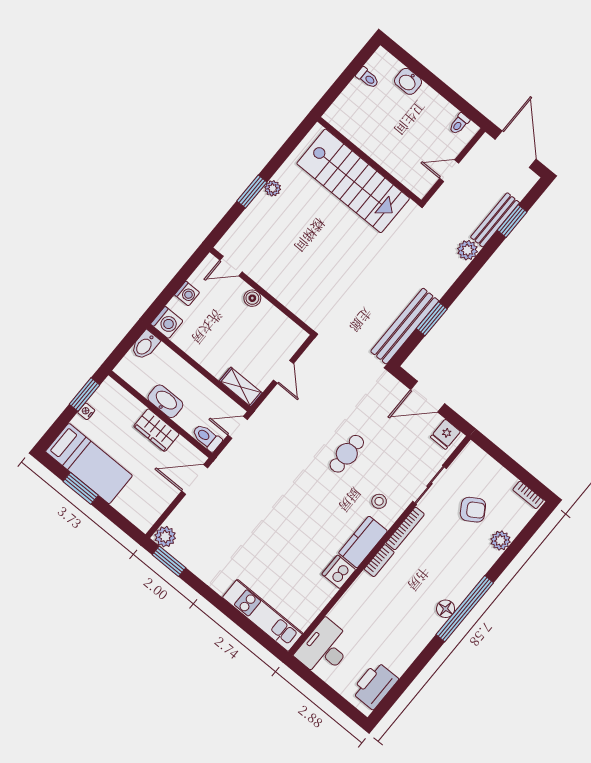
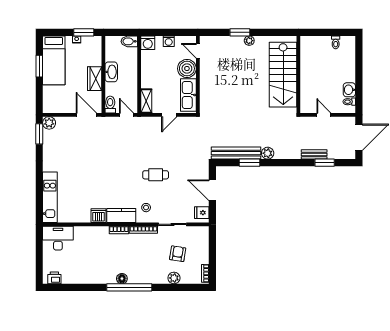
washbasin: (408, 81) -> (349, 90), moved
bench: (495, 220) -> (314, 154), width x0.73
plant: (467, 250) -> (268, 153), moved
boiler: (252, 298) -> (187, 69), width x1.86, depth x1.86
kitchen sink: (278, 326) -> (188, 95), added
armchair: (473, 510) -> (178, 254), turned -139
printer: (375, 685) -> (54, 278), width x0.53, depth x0.68

